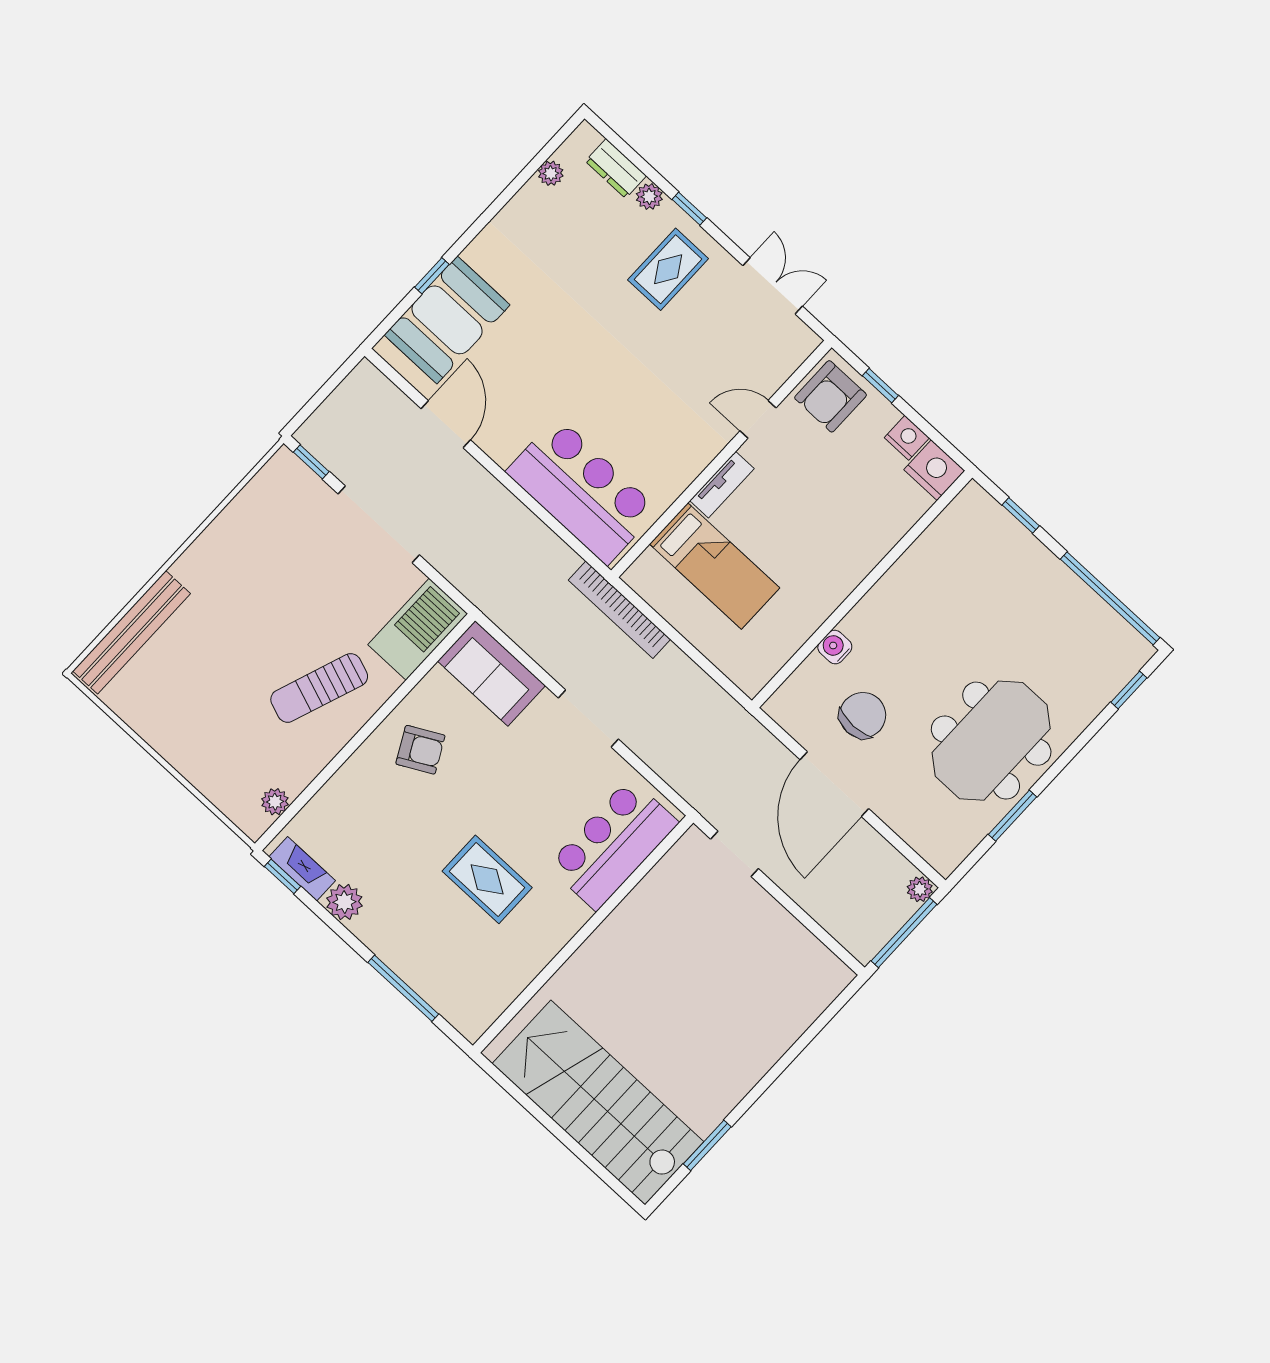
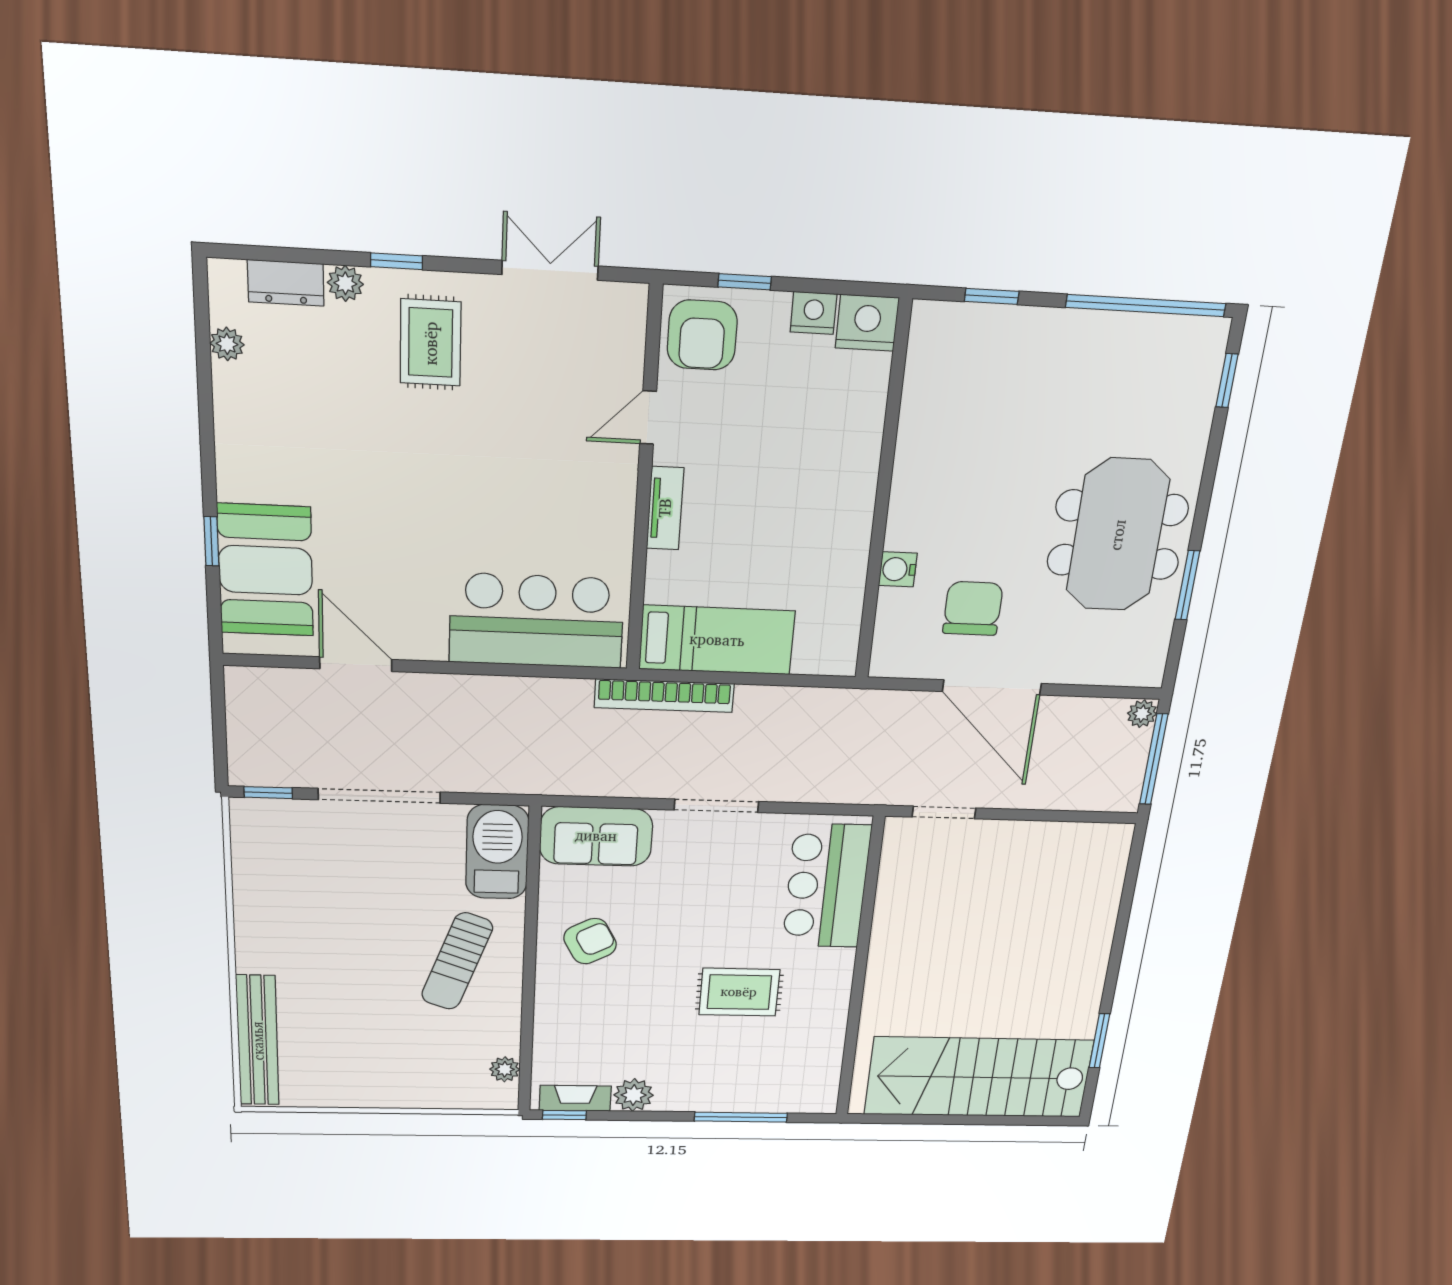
bed: (715, 566) -> (717, 640), moved

